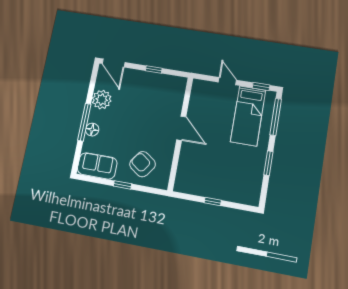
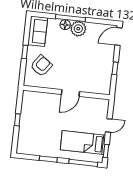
plant: (102, 100) -> (78, 29), moved

